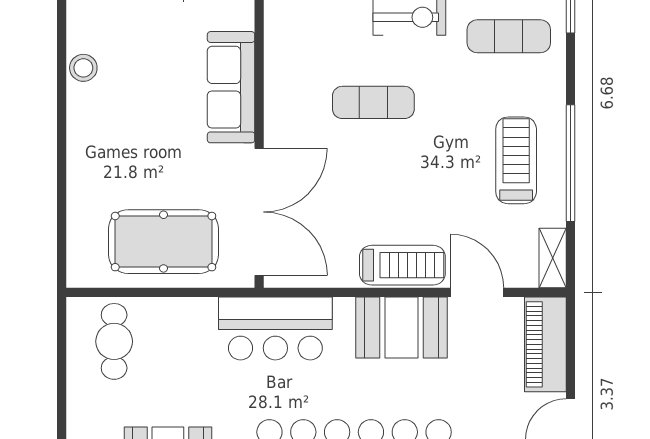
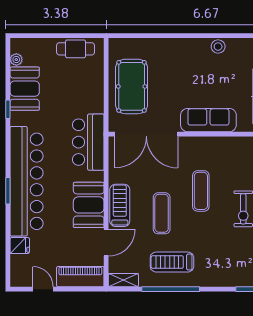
exercise mat: (509, 36) -> (162, 213), moved
treadmill: (516, 160) -> (172, 262), turned 180
treadmill: (402, 265) -> (120, 205), turned 180
cafe table: (114, 341) -> (76, 49), moved

